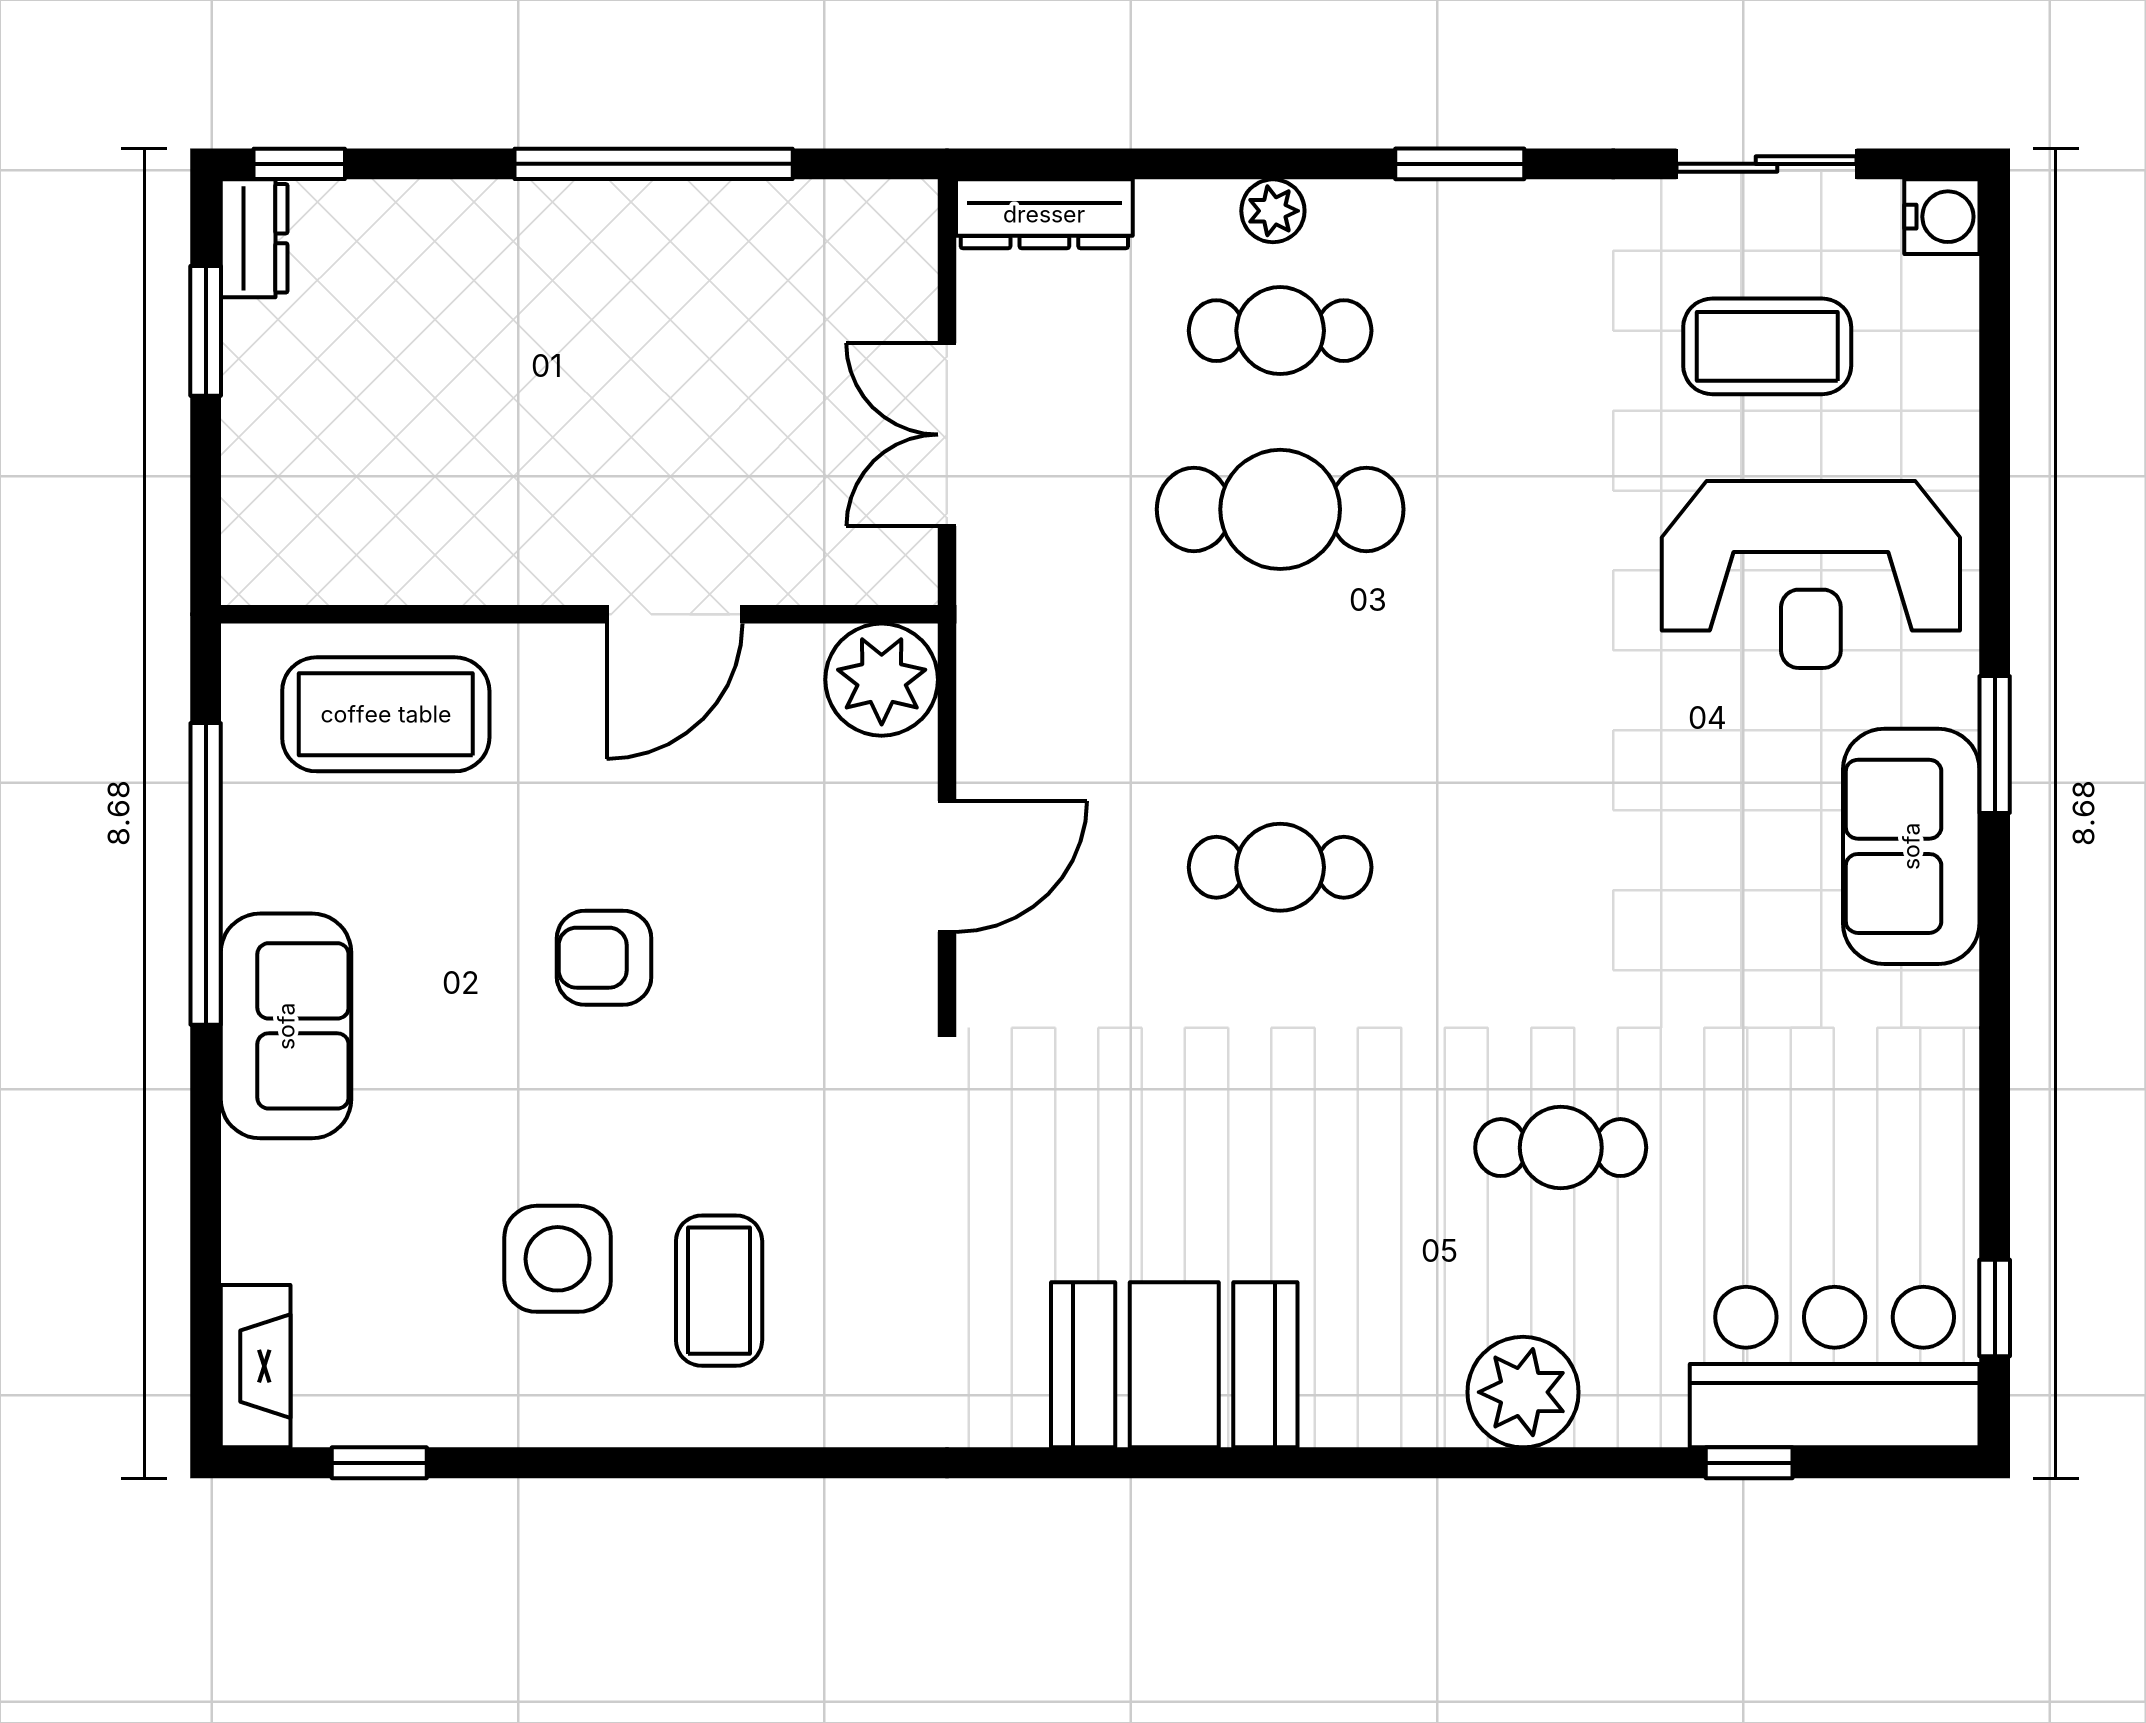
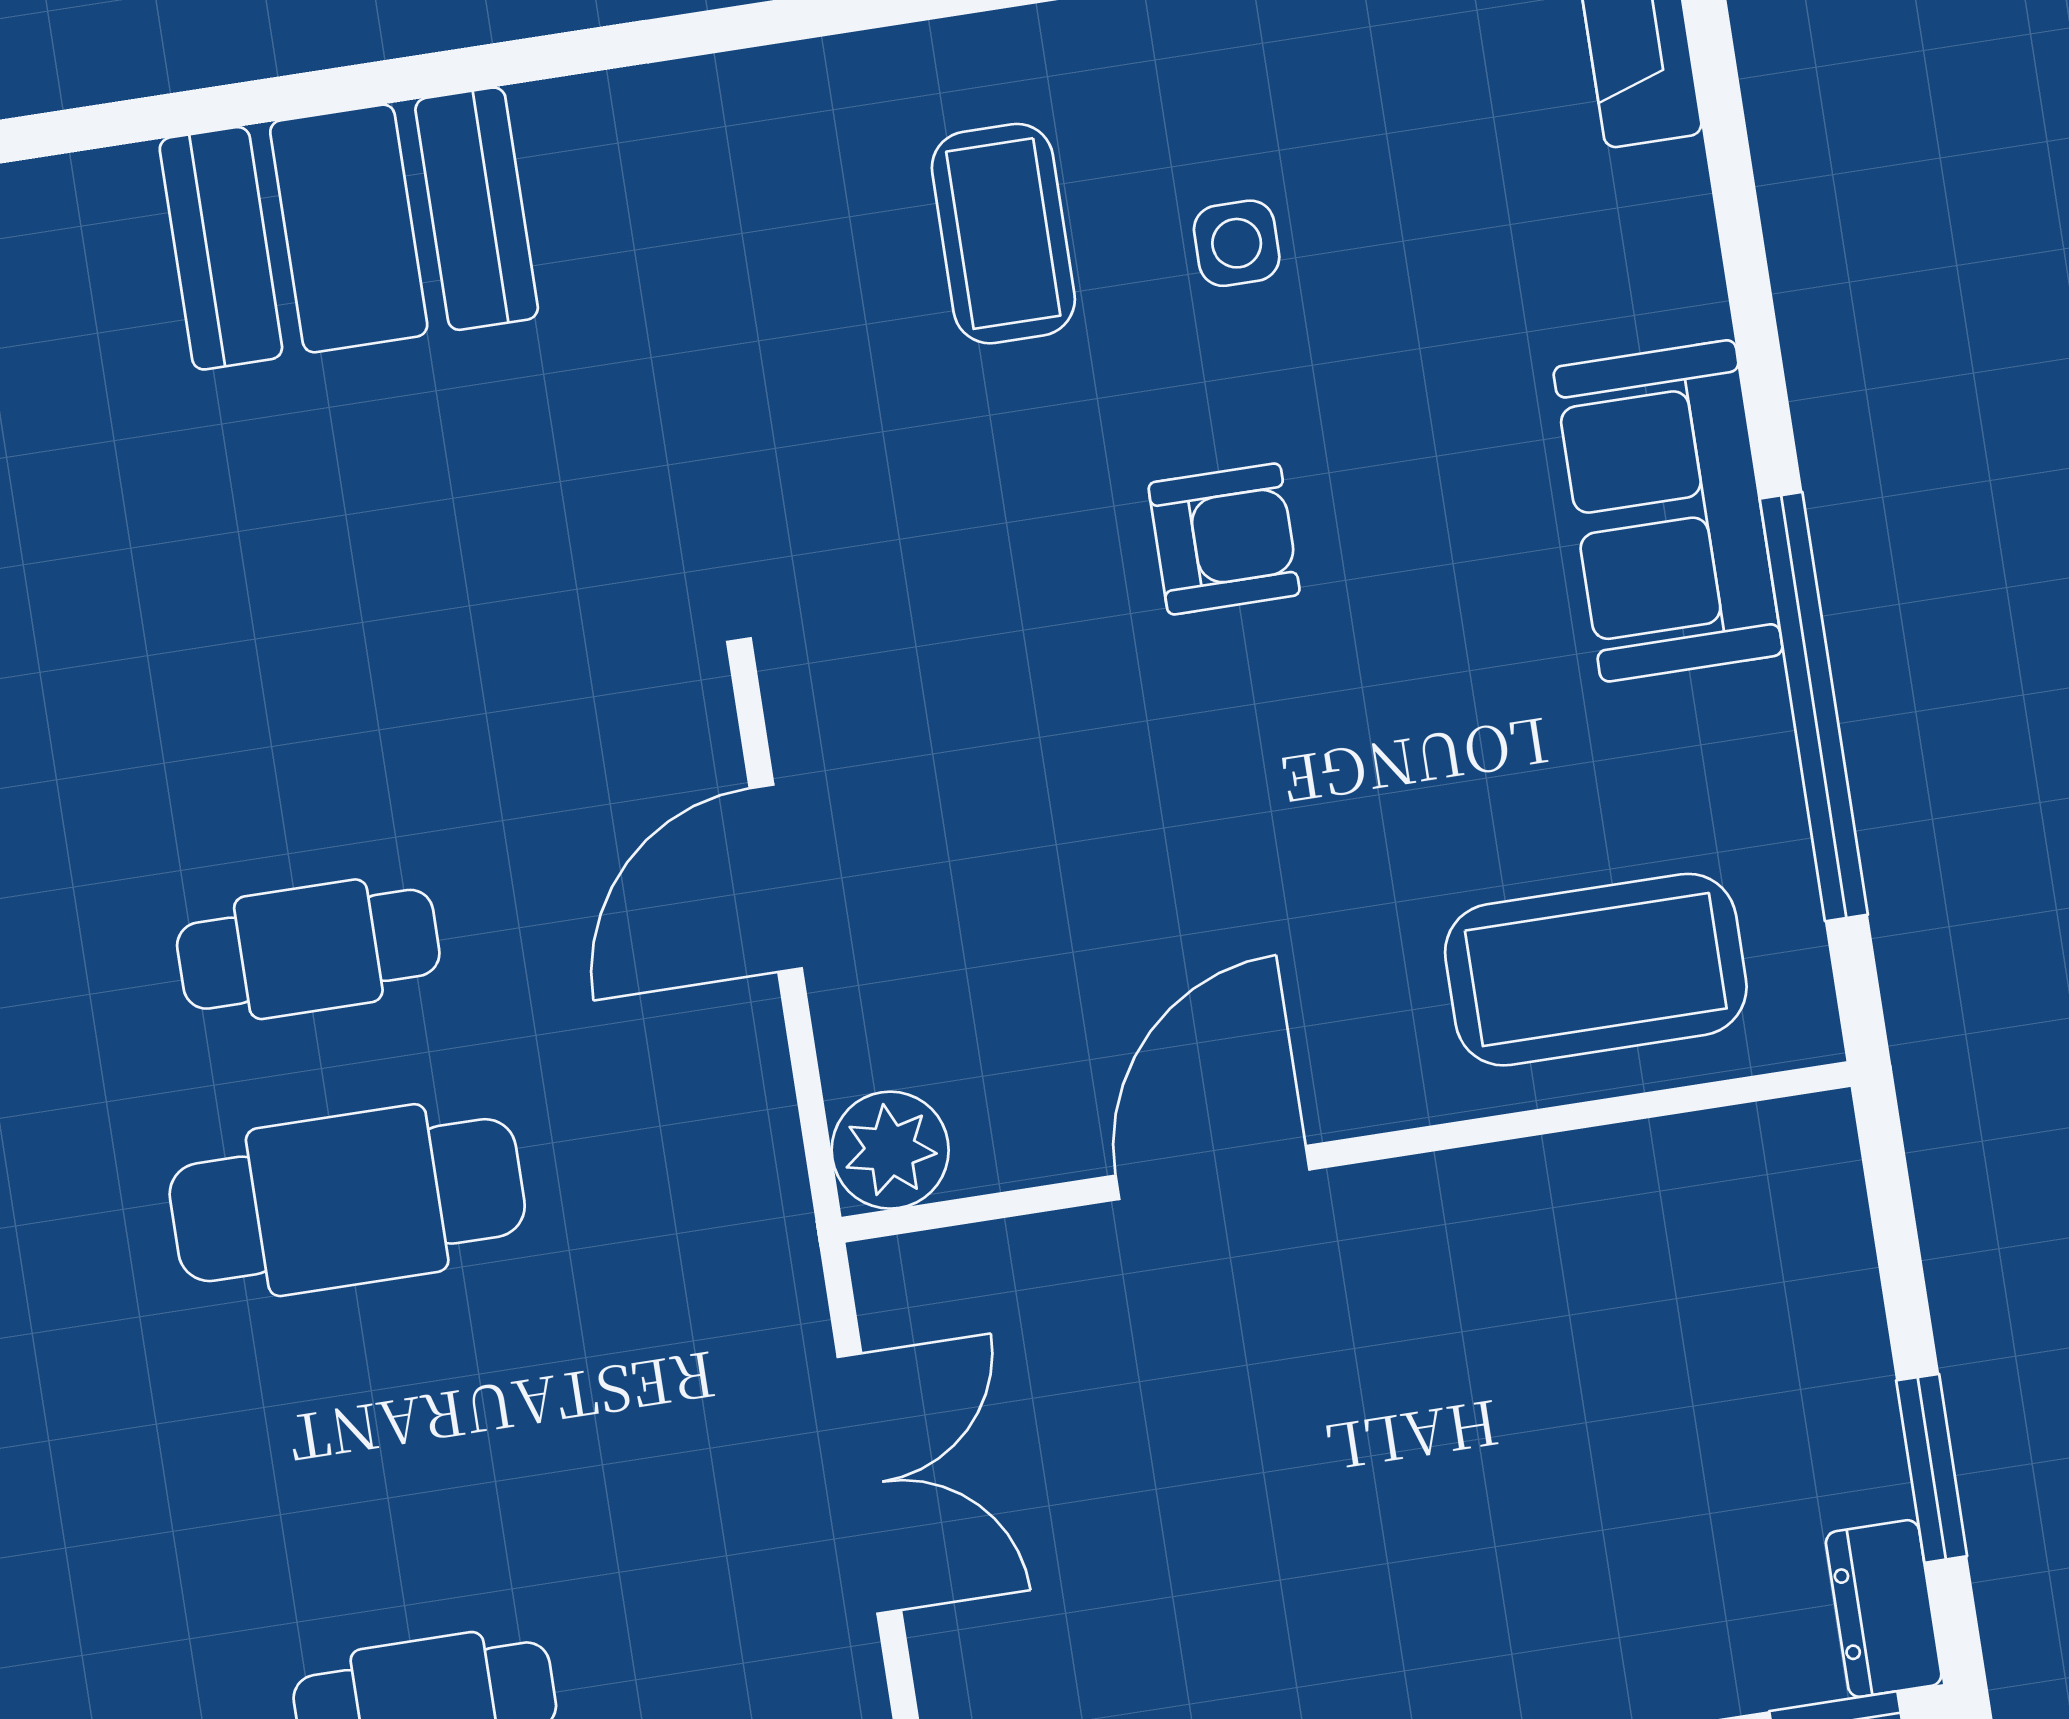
cafe table: (1280, 509) -> (347, 1200), moved
plant: (882, 680) -> (890, 1150), width x0.73, depth x0.73
armchair: (604, 958) -> (1224, 539), moved
side table: (558, 1259) -> (1237, 243), width x0.54, depth x0.54

